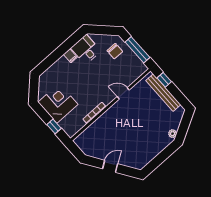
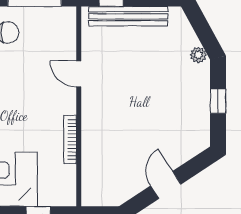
door: (123, 93) -> (79, 74), hinge flipped
window: (161, 158) -> (218, 101), added

